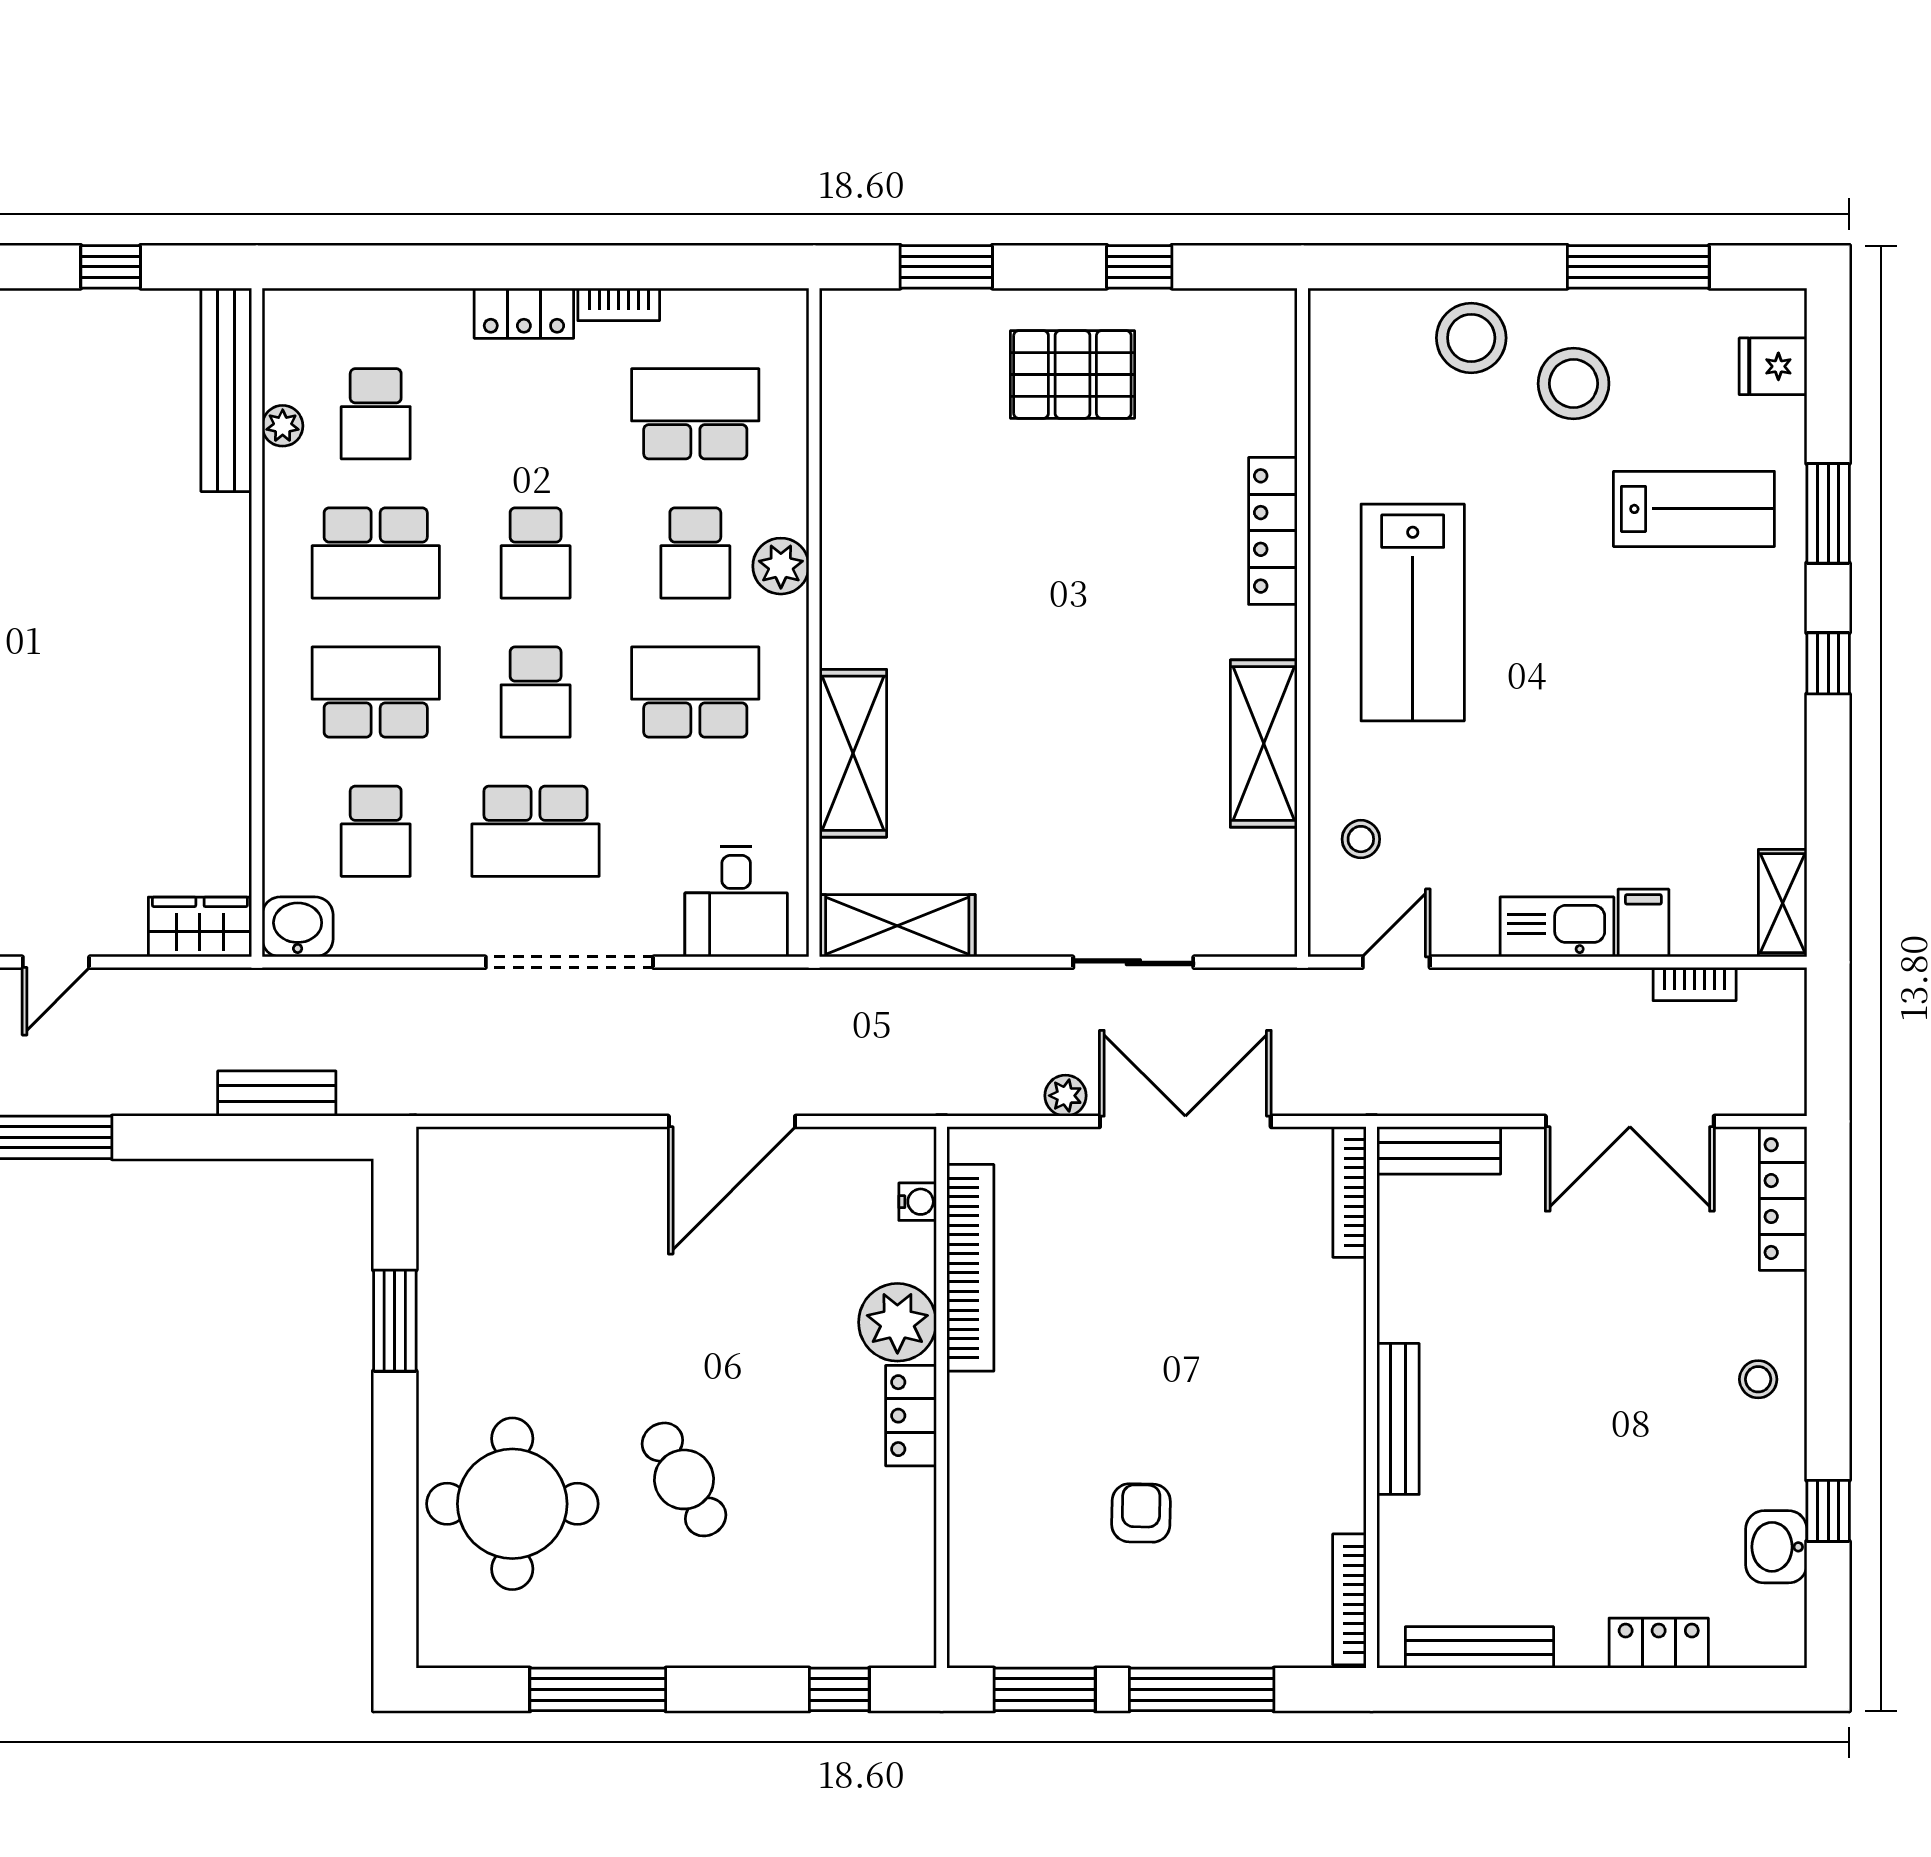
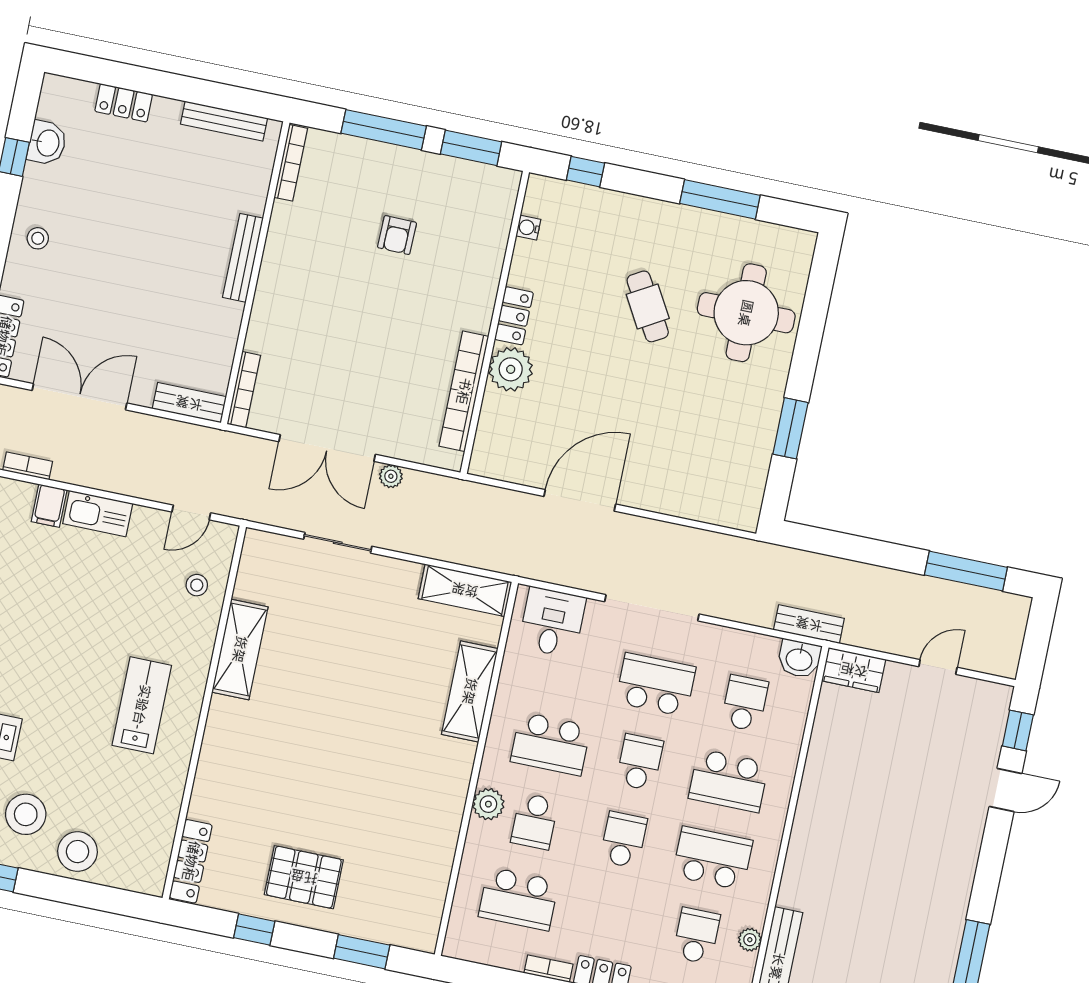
locker: (1273, 531) -> (191, 861), moved
school desk: (695, 553) -> (535, 821), turned 180
lab bench: (1413, 613) -> (142, 705), width x0.73, depth x0.72
bench: (277, 1094) -> (809, 624), moved
water cooler: (918, 1202) -> (528, 228), moved

